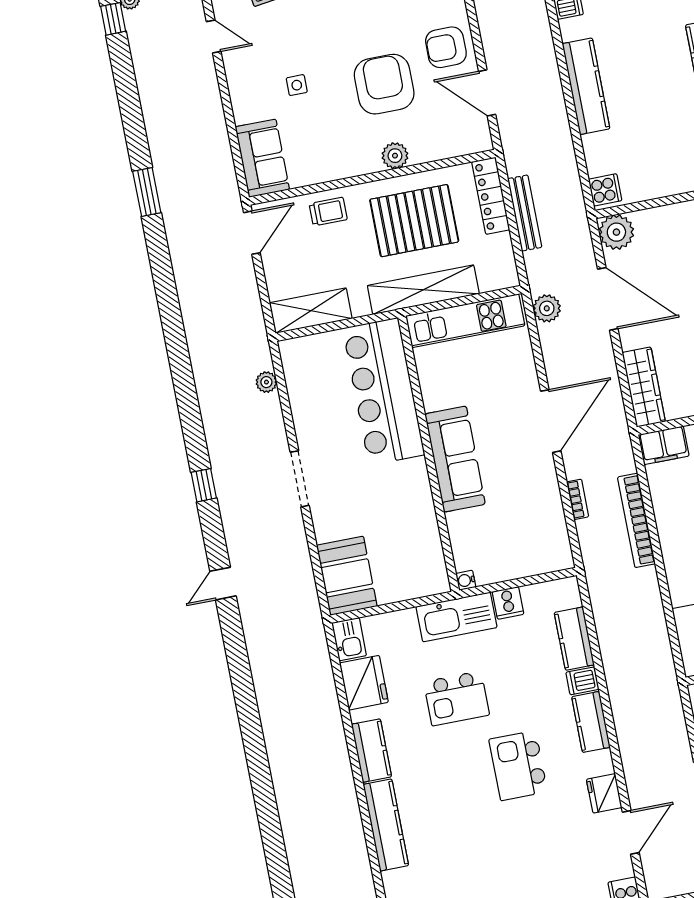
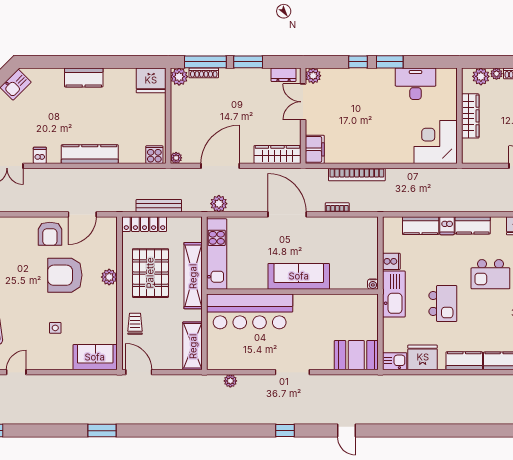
plant: (616, 232) -> (176, 158), width x0.53, depth x0.53

